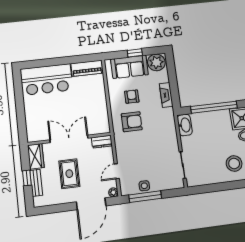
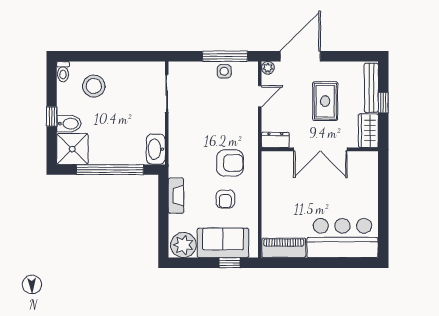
window: (135, 53) -> (230, 263), moved
armchair: (132, 122) -> (230, 163), turned 180
bench: (36, 183) -> (371, 88), width x1.36

